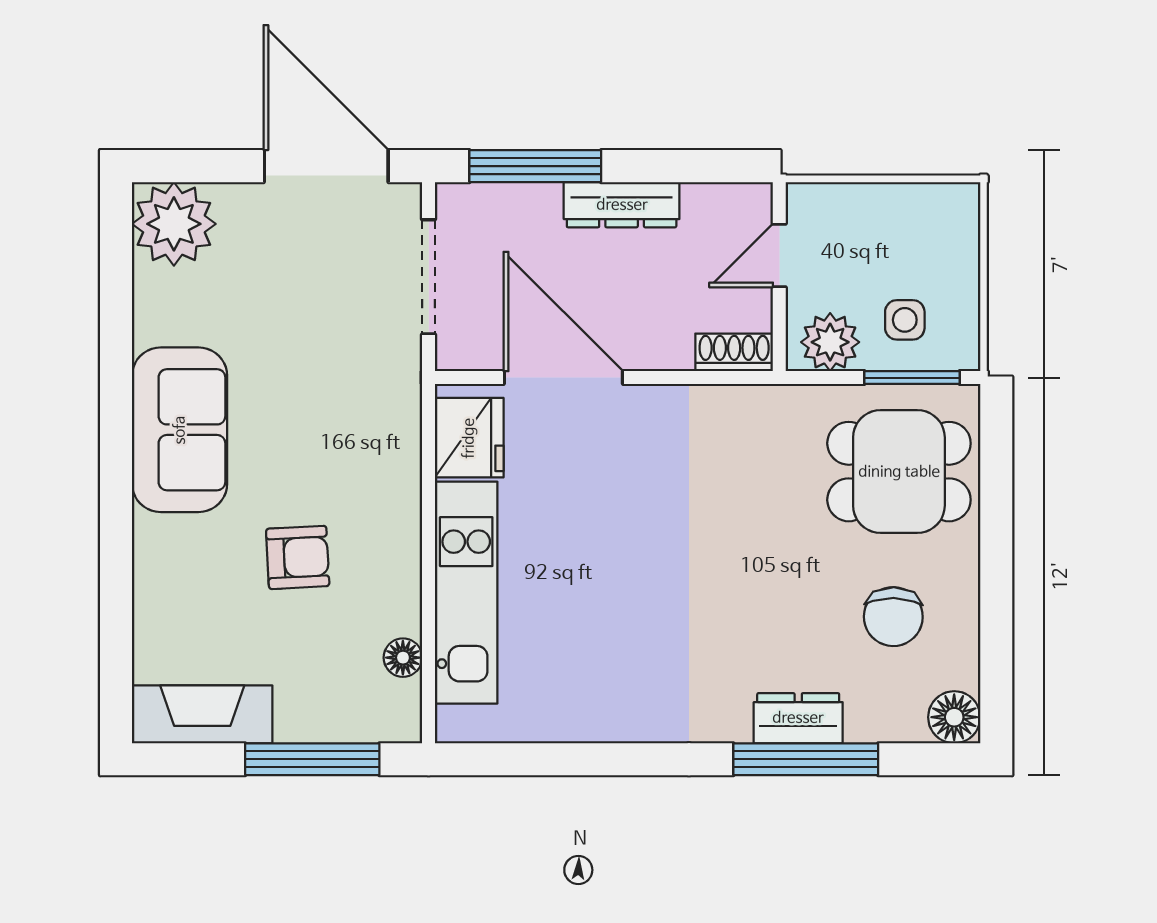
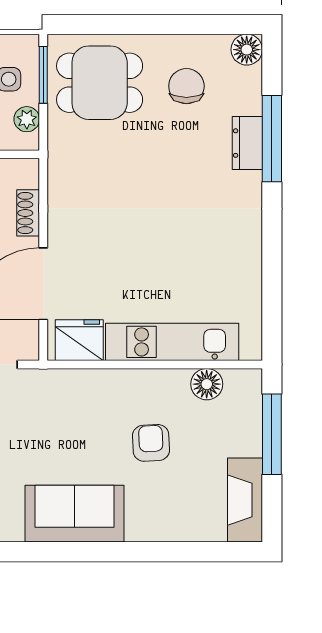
plant: (830, 342) -> (27, 119), width x0.73, depth x0.73
shoe rack: (734, 352) -> (28, 213), moved
dining table: (899, 472) -> (100, 83), turned 90
chair: (893, 617) -> (186, 86), turned -91
floor lamp: (403, 658) -> (207, 384), width x1.37, depth x1.37

